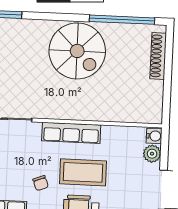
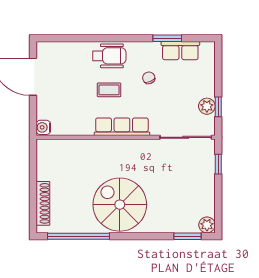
plant: (152, 154) -> (44, 111), removed
coffee table: (83, 172) -> (109, 90), width x0.54, depth x0.58

